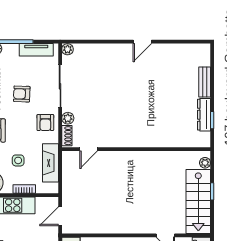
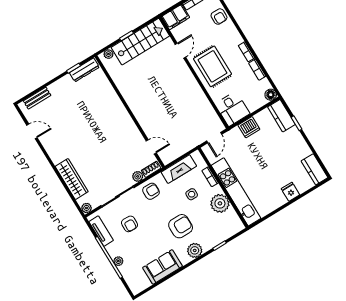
door: (142, 42) -> (32, 131), moved
wardrobe: (105, 52) -> (72, 179), added
bench: (205, 82) -> (37, 98), moved
armchair: (22, 94) -> (129, 224), moved
dresser: (204, 115) -> (84, 70), moved
door: (60, 216) -> (214, 138), hinge flipped

